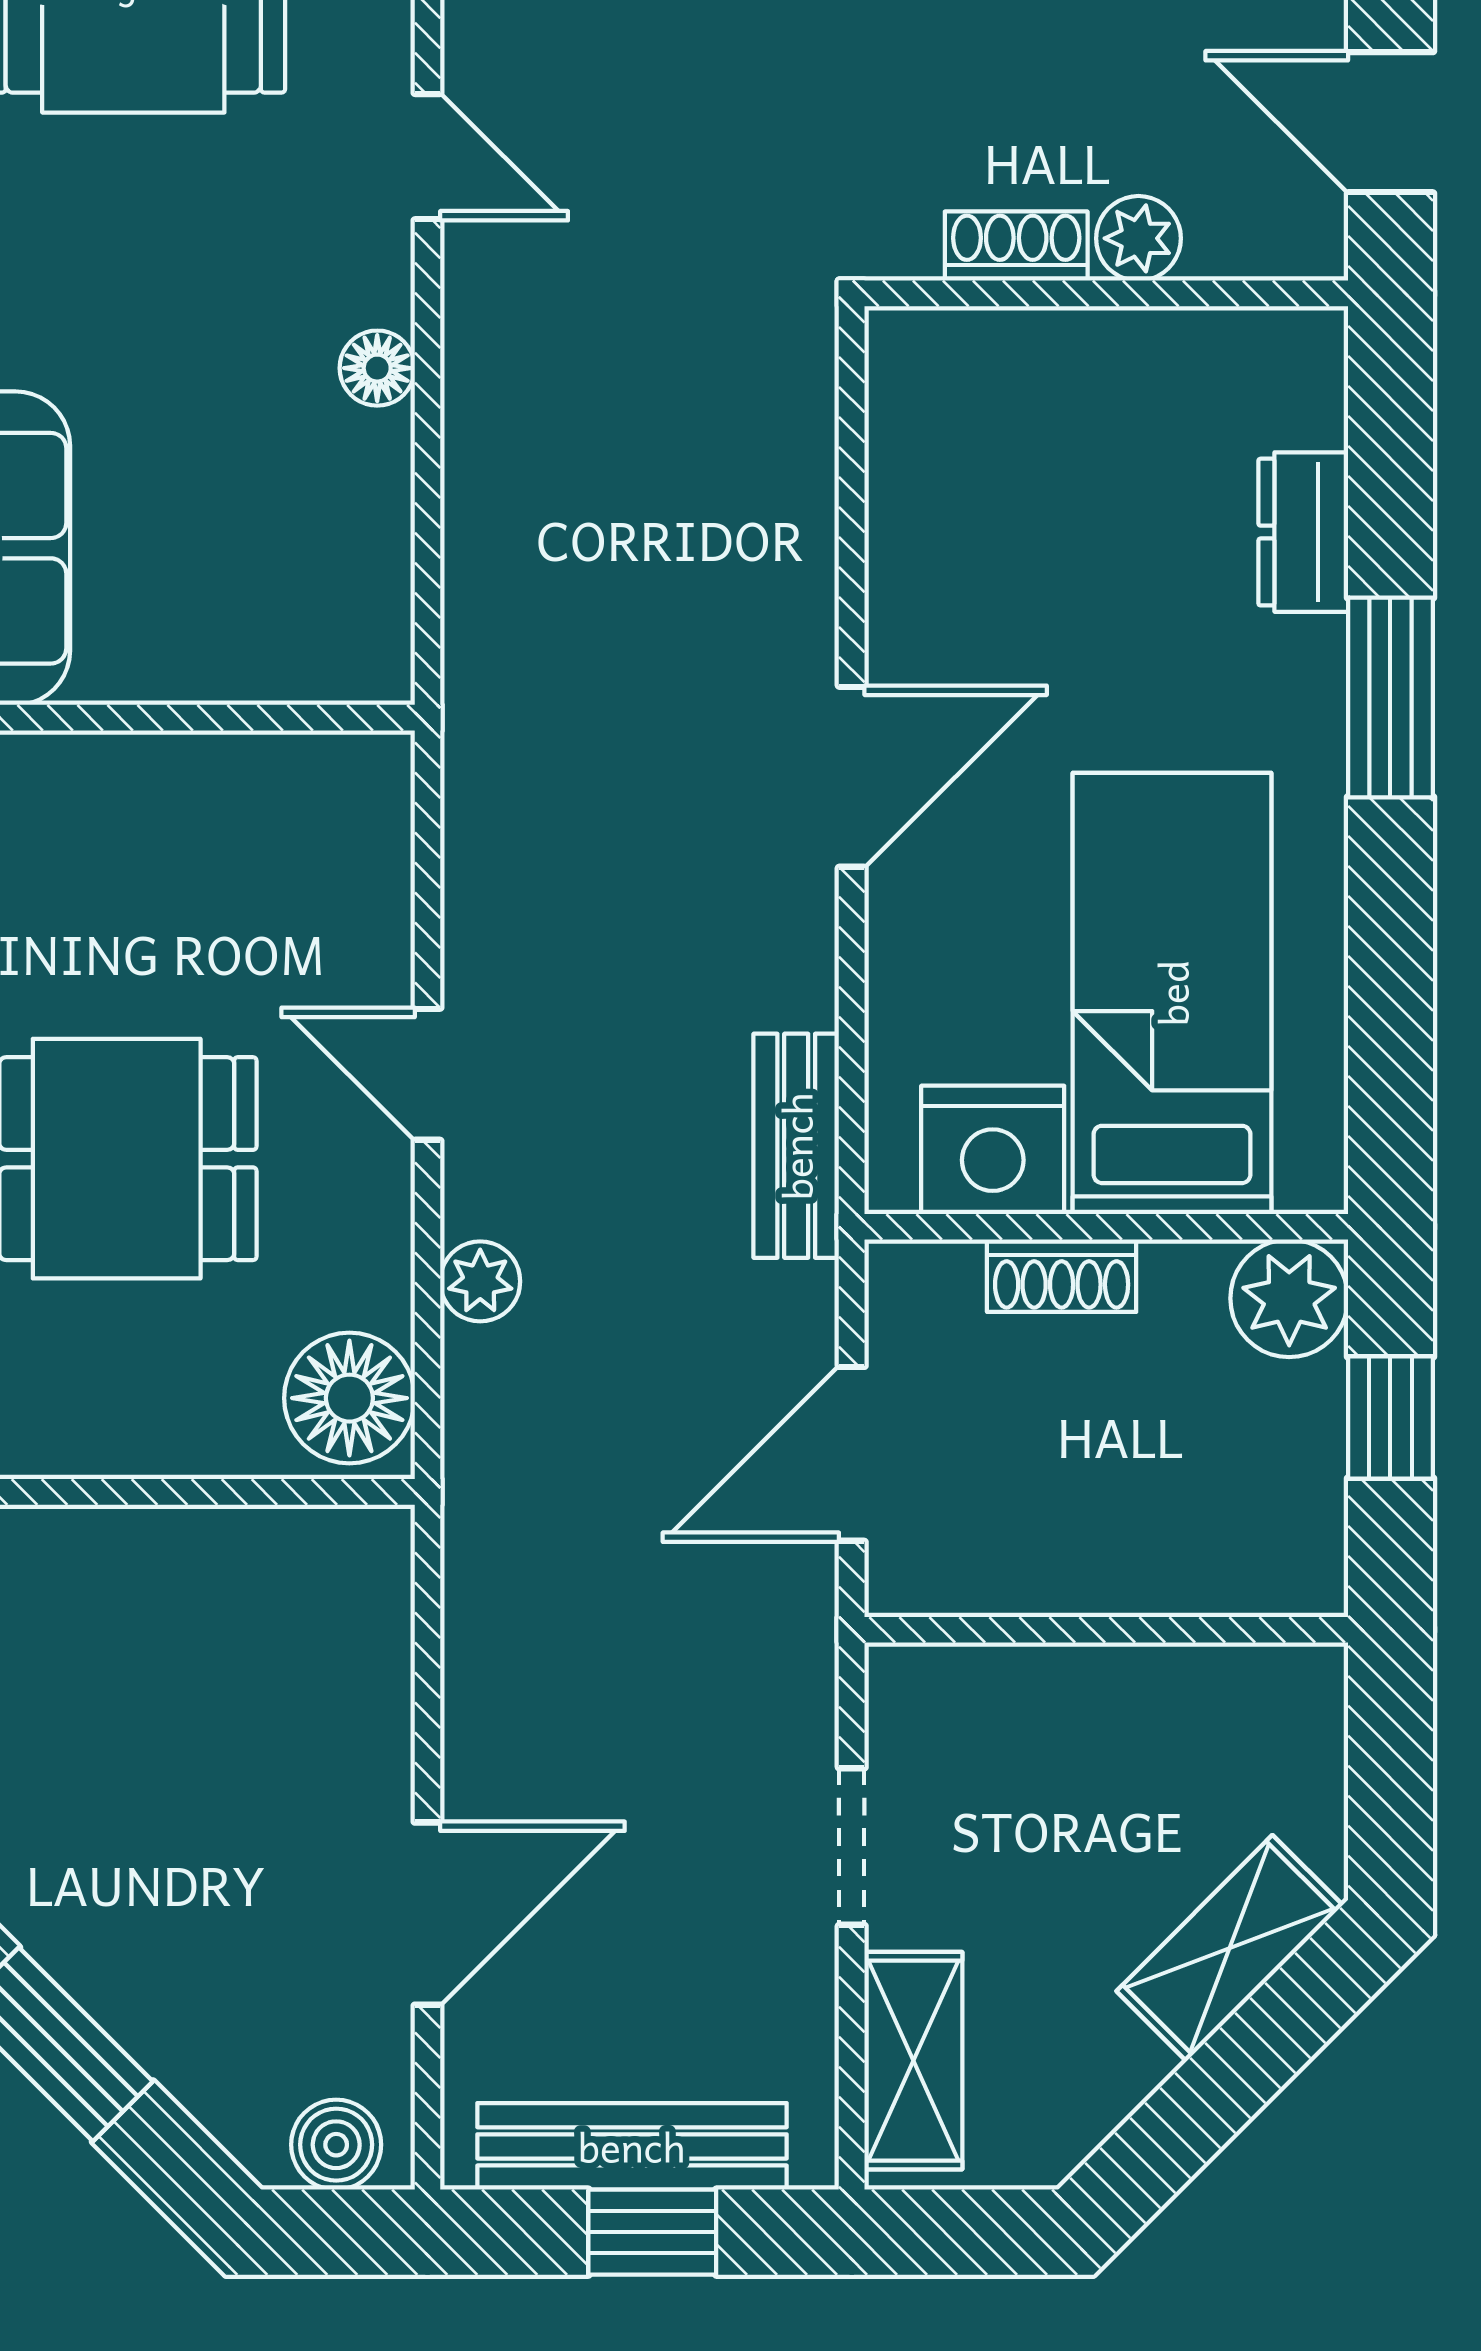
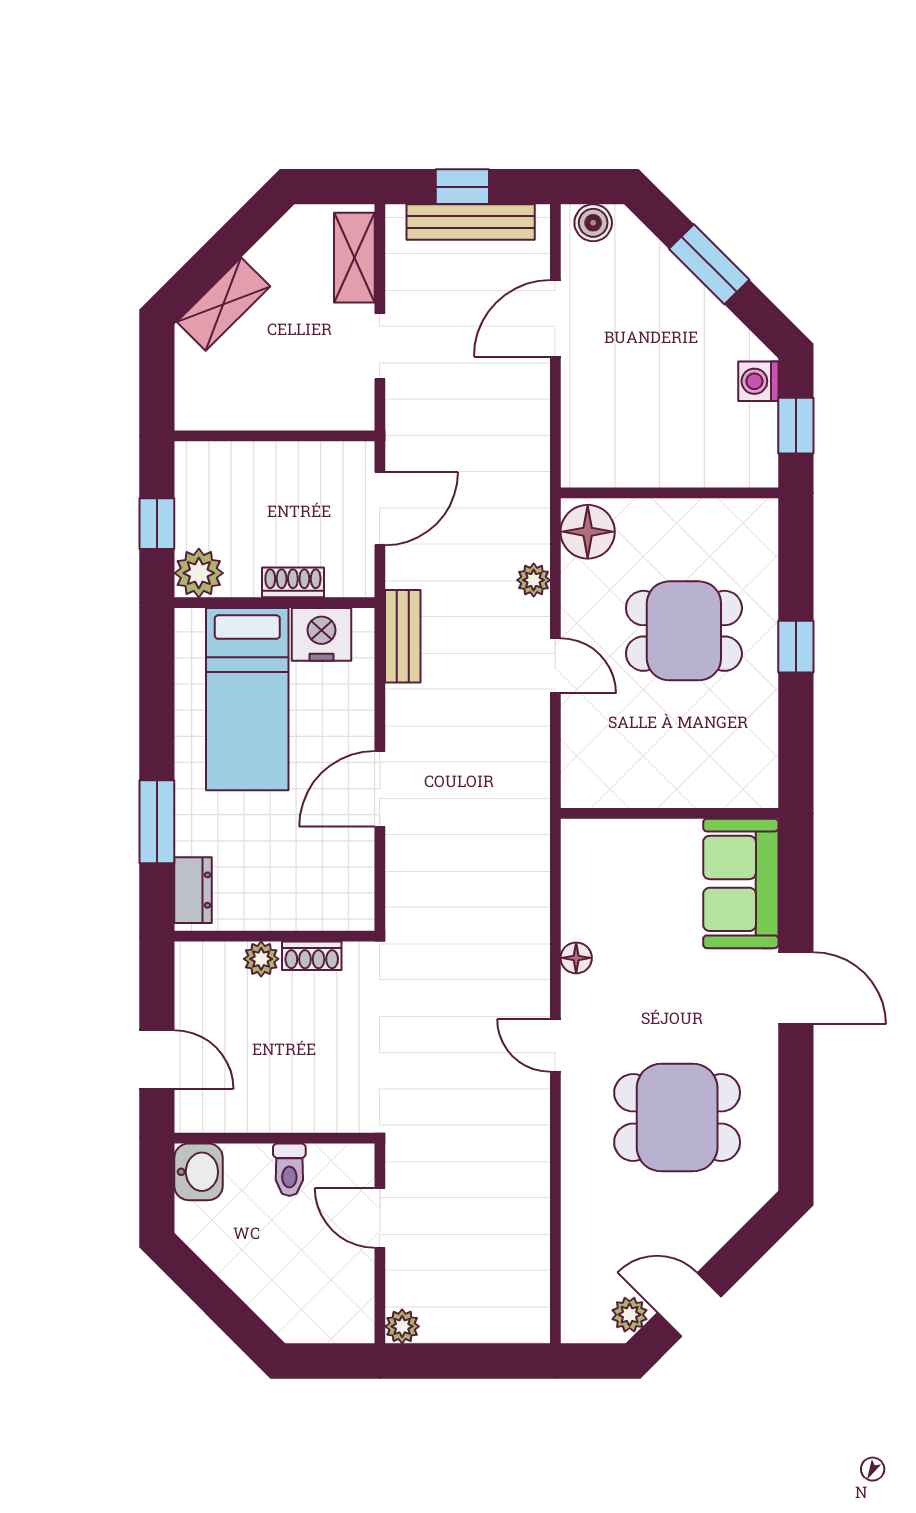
plant: (1138, 238) -> (261, 959), moved
shoe rack: (1016, 246) -> (312, 956), moved
wall: (1106, 293) -> (274, 936), moved

